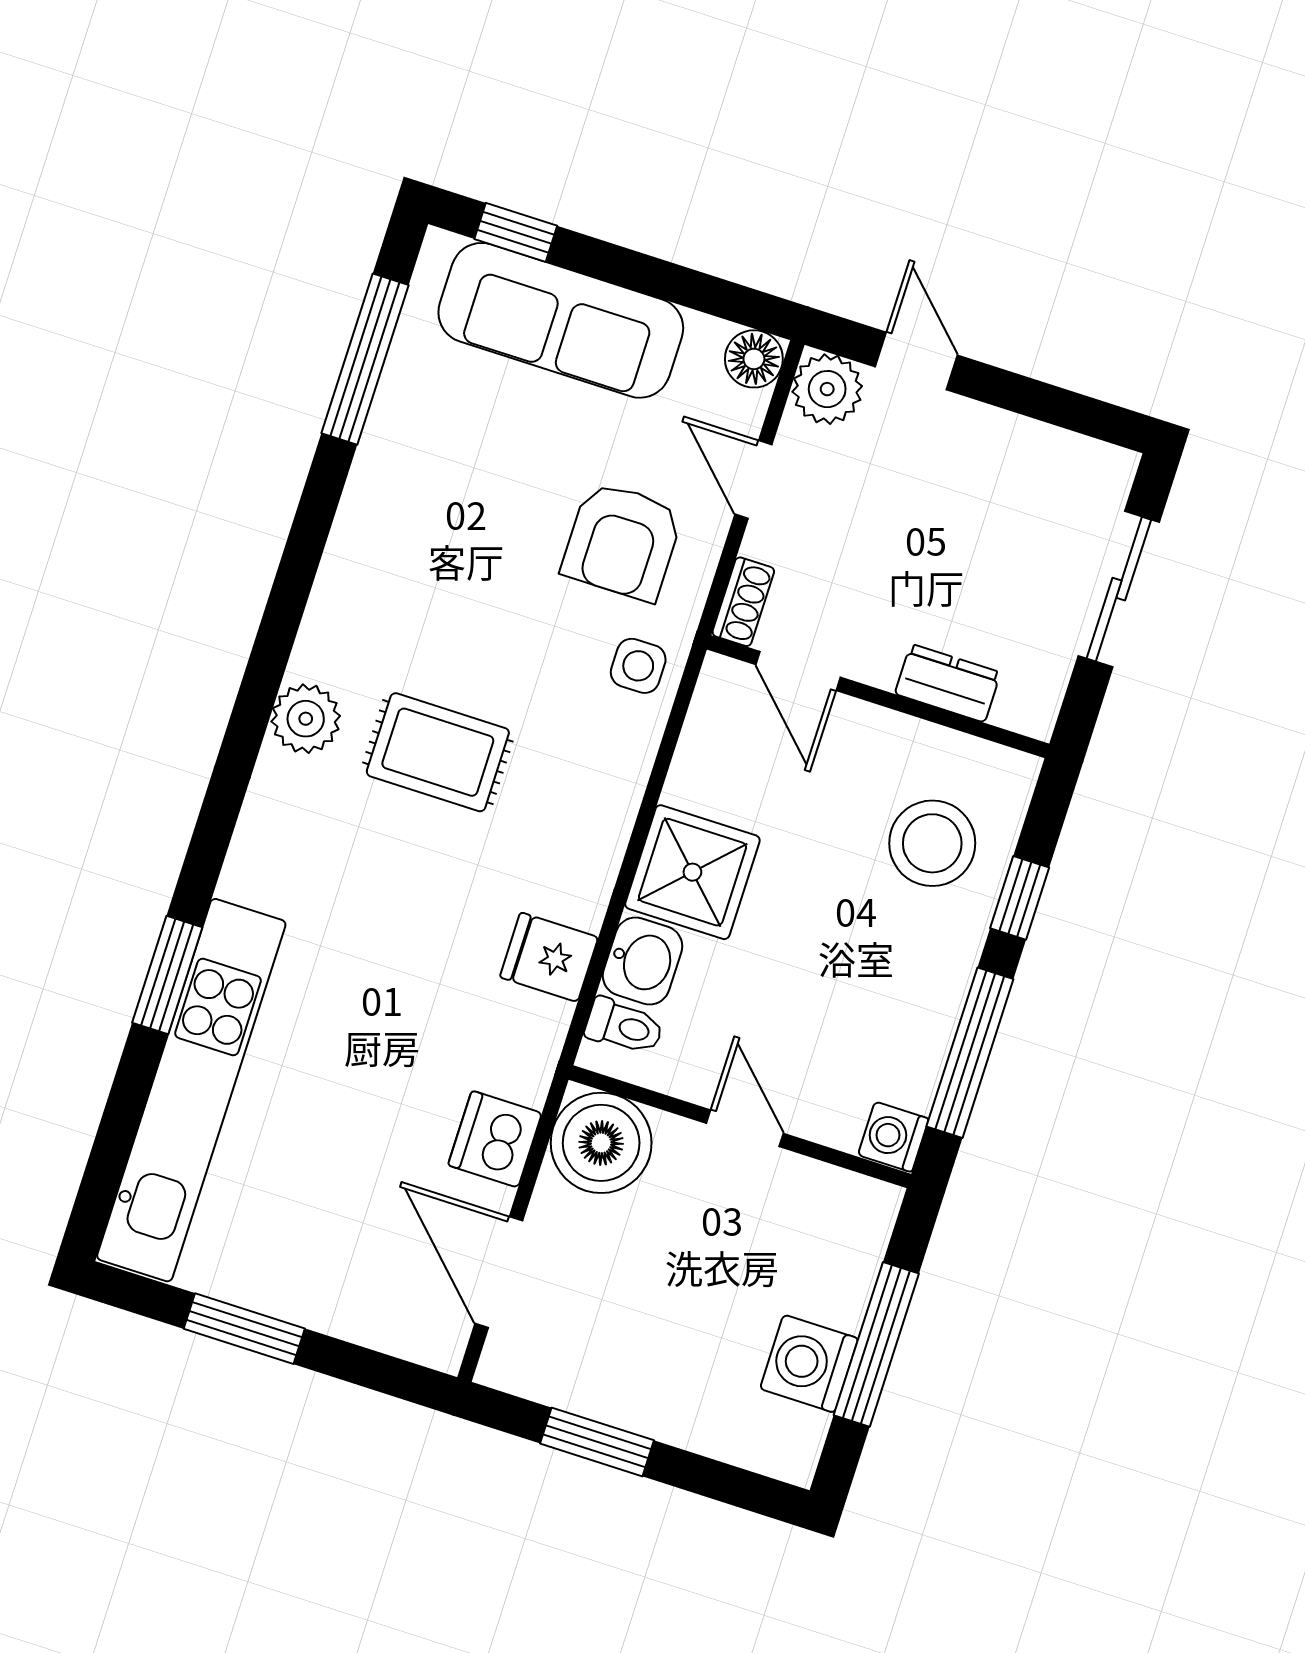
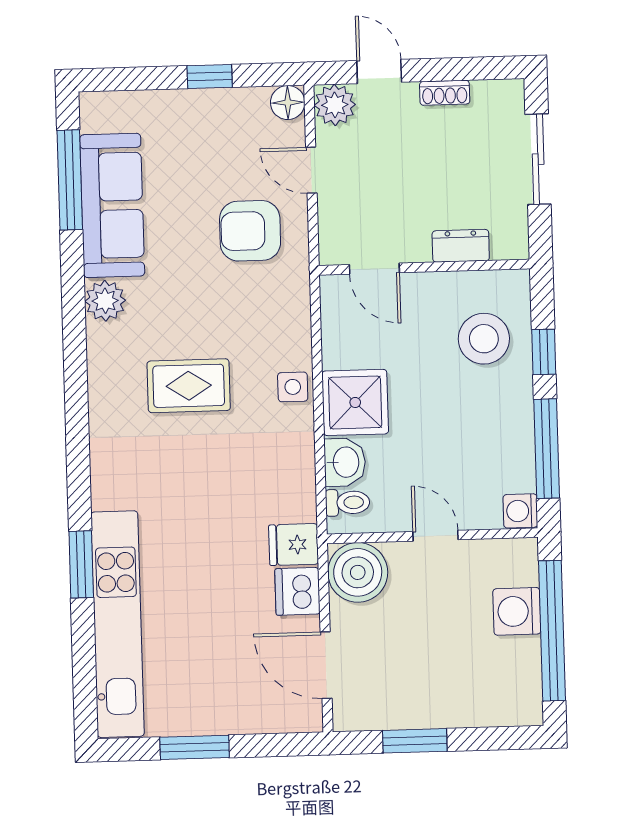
window: (516, 232) -> (210, 77), moved
sofa: (561, 320) -> (112, 205), moved, turned -90
armchair: (622, 541) -> (250, 231), turned 90
shoe rack: (743, 602) -> (445, 93), moved, turned 90
side table: (638, 666) -> (293, 387), moved
plant: (306, 719) -> (105, 301), moved
fridge: (549, 957) -> (294, 545), moved
window: (876, 1344) -> (552, 631), width x1.46
washing machine: (809, 1364) -> (517, 611), moved

